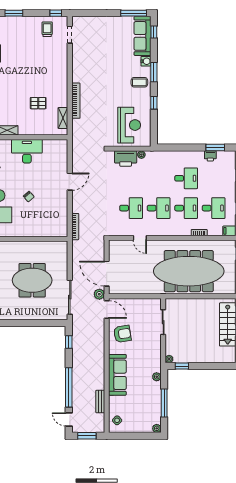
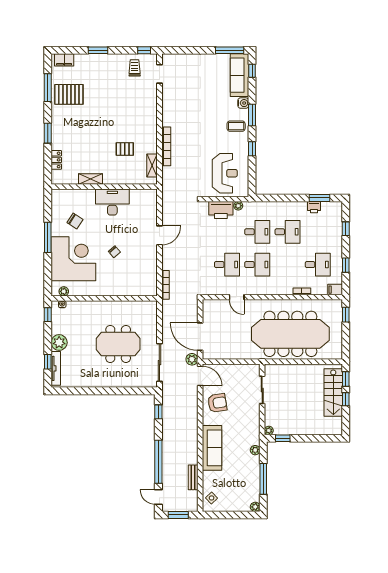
desk: (186, 208) -> (257, 232), moved

